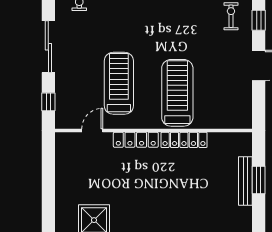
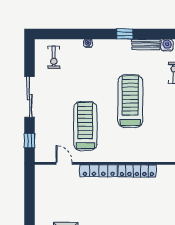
treadmill: (177, 93) -> (130, 101), moved
door: (92, 130) -> (64, 163), hinge flipped

